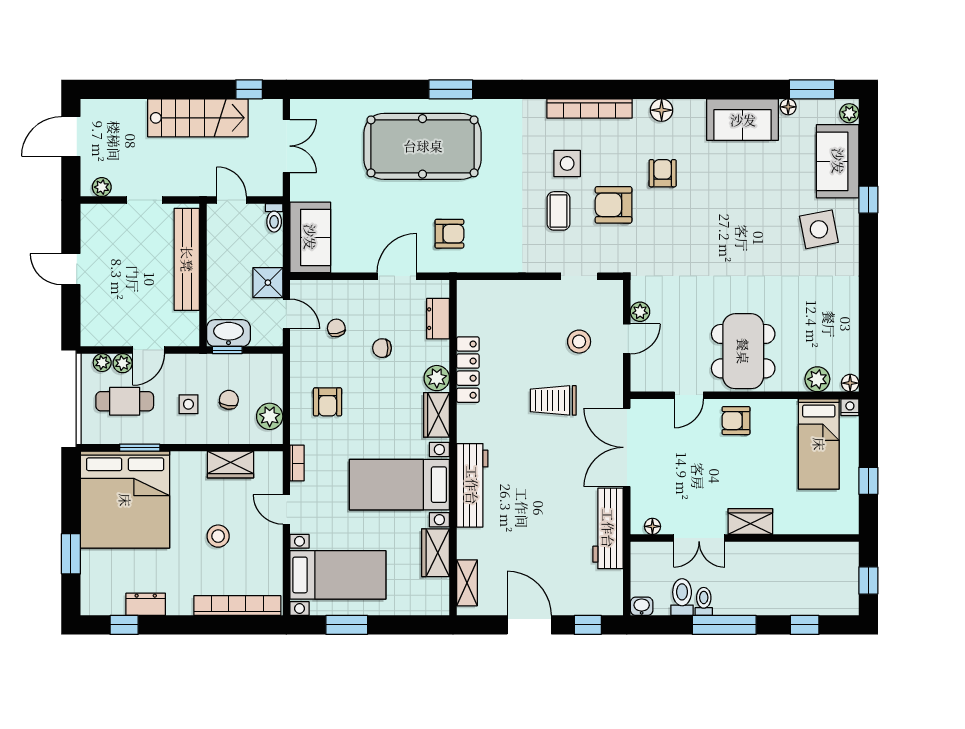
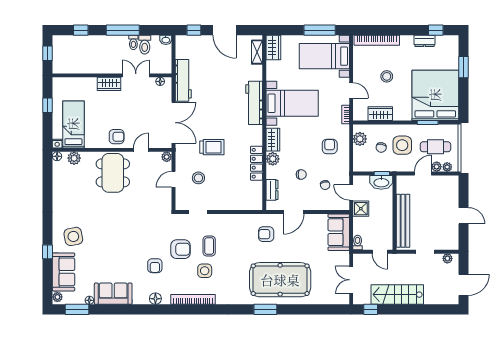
plant: (640, 312) -> (167, 157), moved
side table: (188, 404) -> (402, 145), width x1.87, depth x1.87
wardrobe: (436, 553) -> (273, 47), moved
window: (347, 625) -> (320, 30), width x1.44

